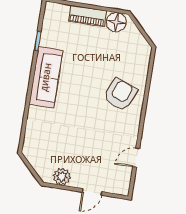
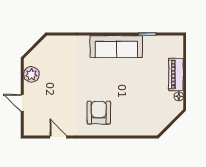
floor lamp: (116, 22) -> (179, 96), width x0.53, depth x0.53
armchair: (120, 94) -> (99, 113), moved, turned -112

